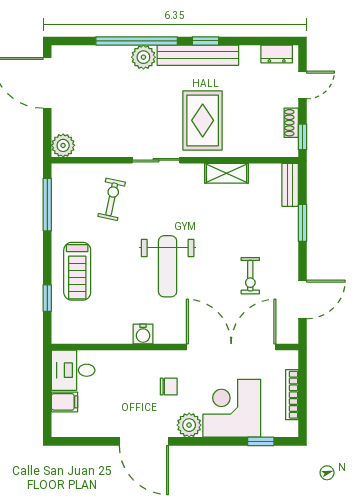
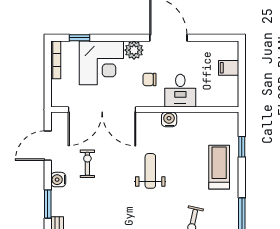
water cooler: (289, 255) -> (58, 180), added
weight bench: (168, 266) -> (150, 171), width x0.73, depth x0.75
desk: (73, 370) -> (180, 91), moved, turned 90
bookcase: (292, 395) -> (56, 60), moved

